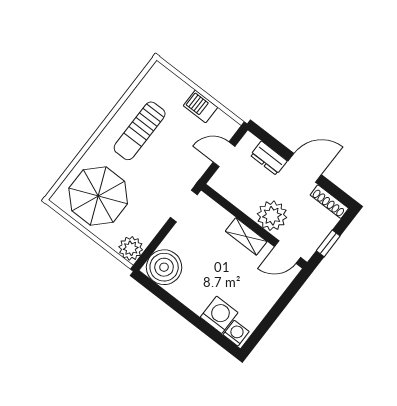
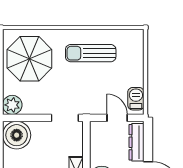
barbecue: (201, 106) -> (136, 99), moved
dresser: (269, 158) -> (137, 142), width x1.44

